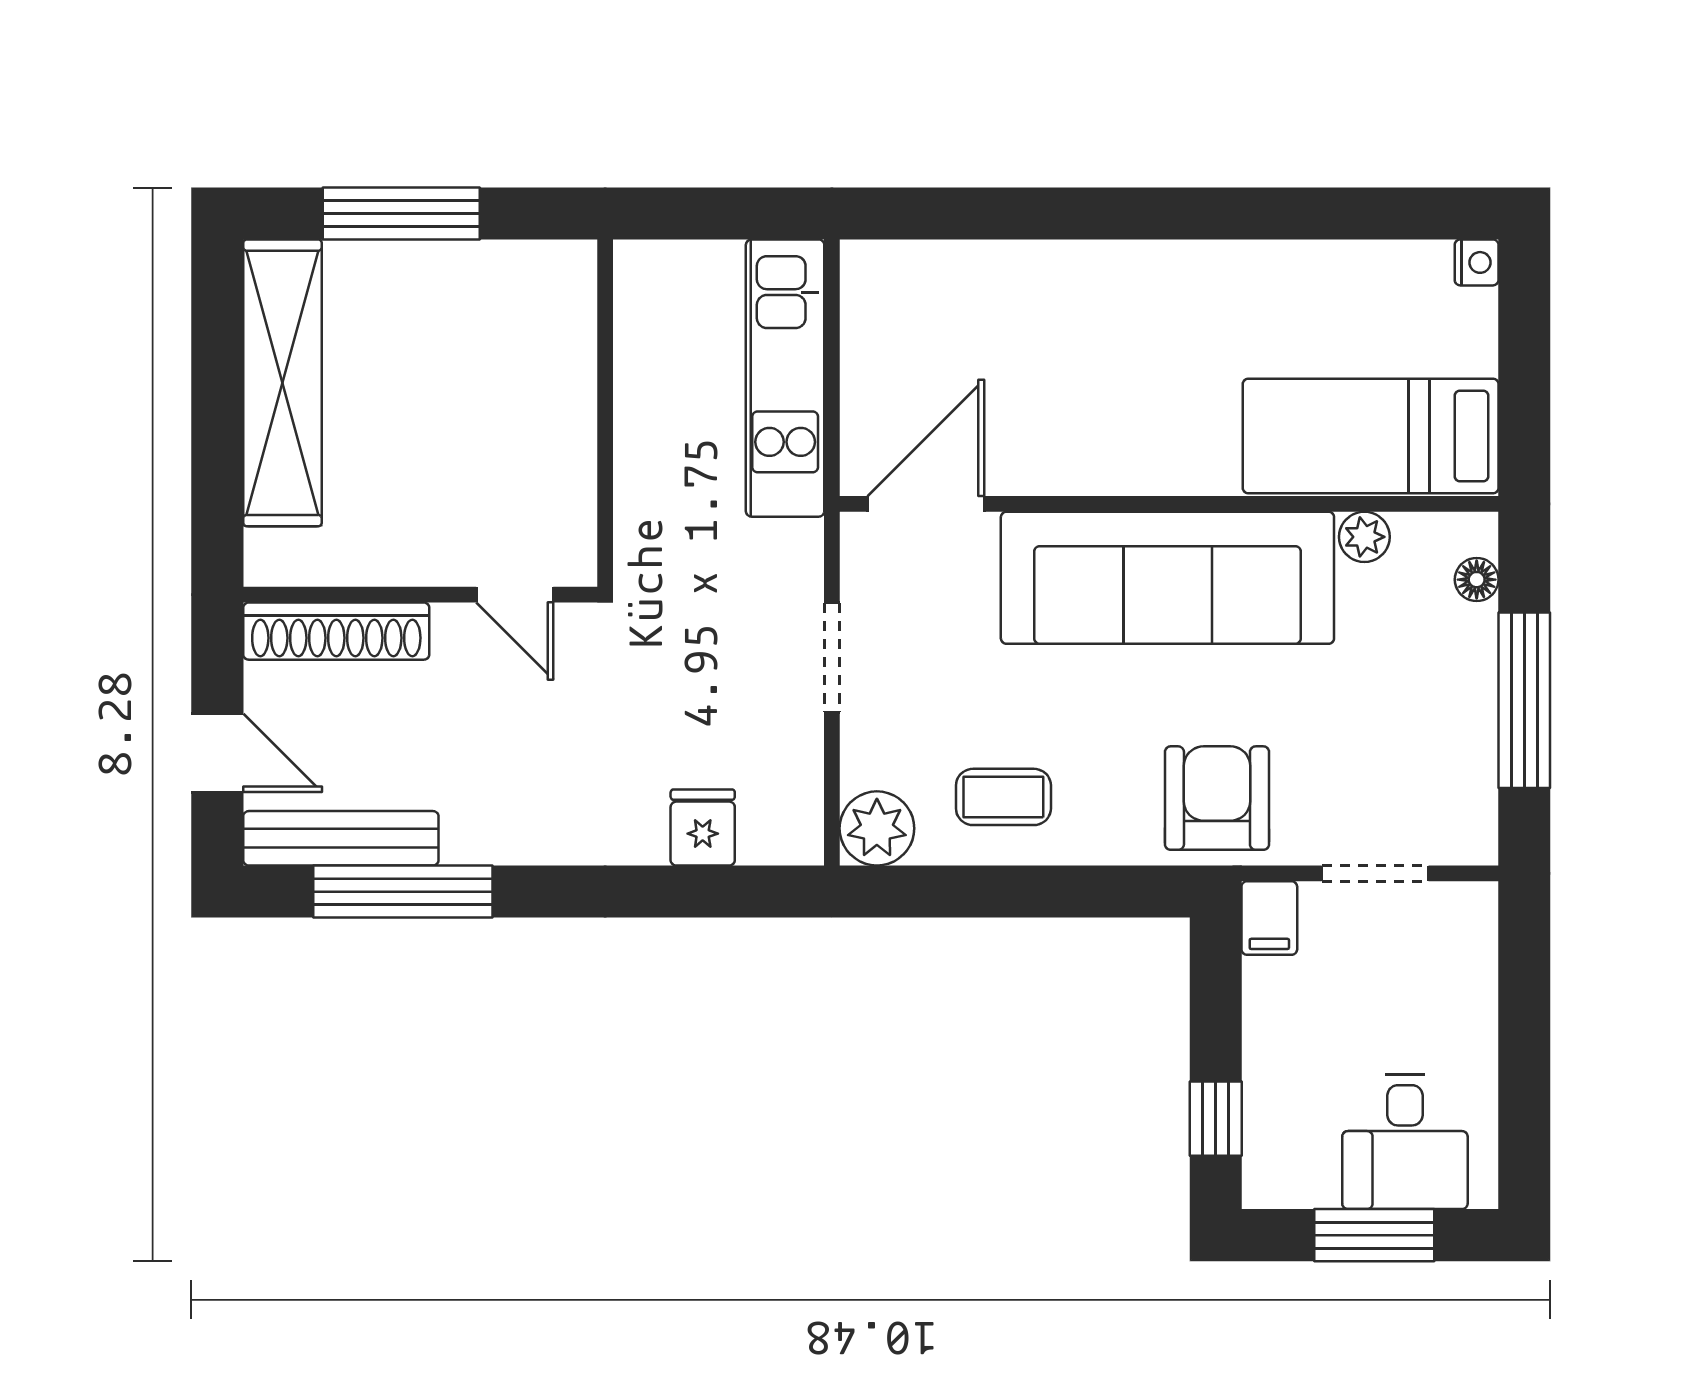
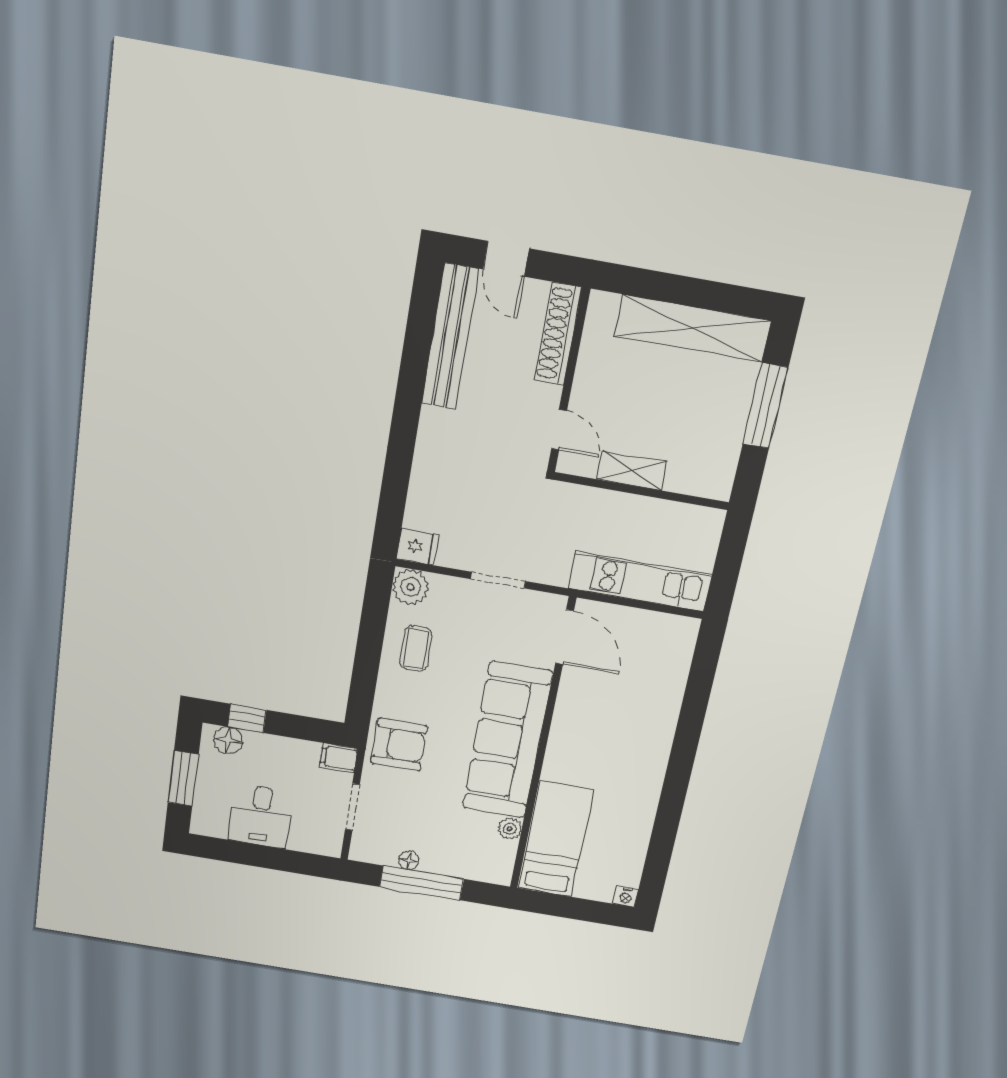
shelving: (568, 439) -> (632, 471), added
floor lamp: (1477, 580) -> (409, 861), moved
door: (515, 595) -> (559, 430), swing flipped
door: (217, 753) -> (506, 259), hinge flipped
fridge: (703, 827) -> (418, 547), moved
bench: (341, 838) -> (450, 337), width x1.37, depth x1.21
window: (403, 892) -> (417, 345), removed
desk: (1405, 1142) -> (261, 816), moved, turned -90
floor lamp: (1271, 1152) -> (228, 740), added

